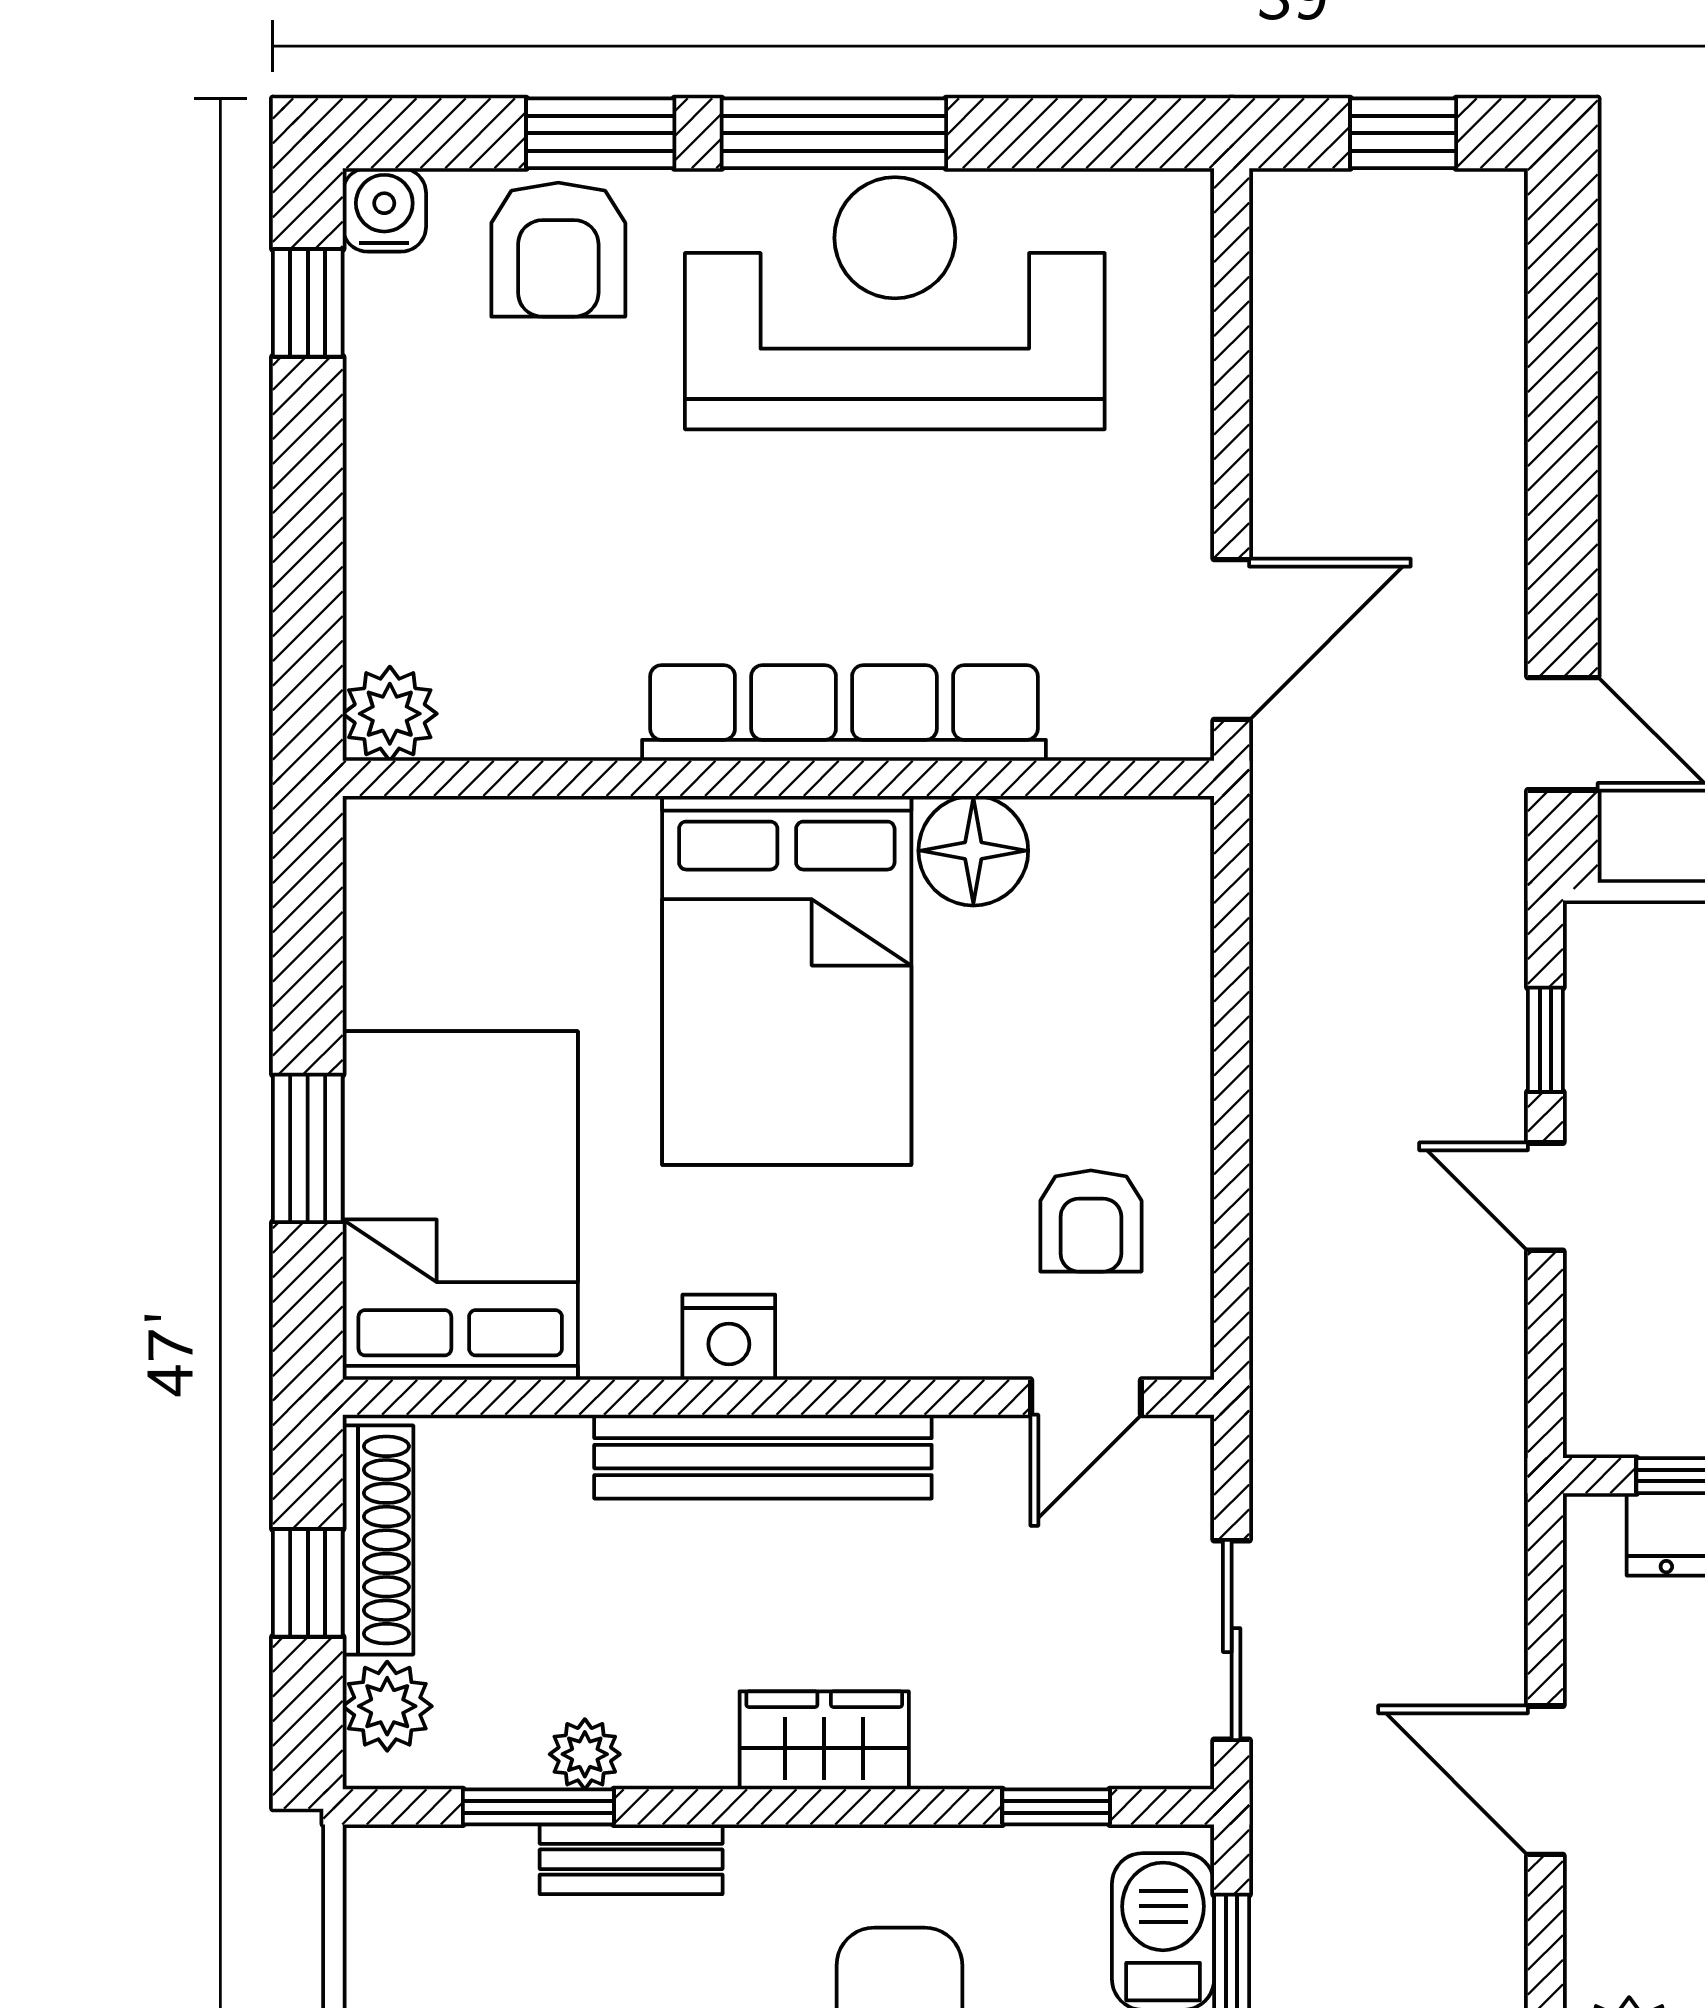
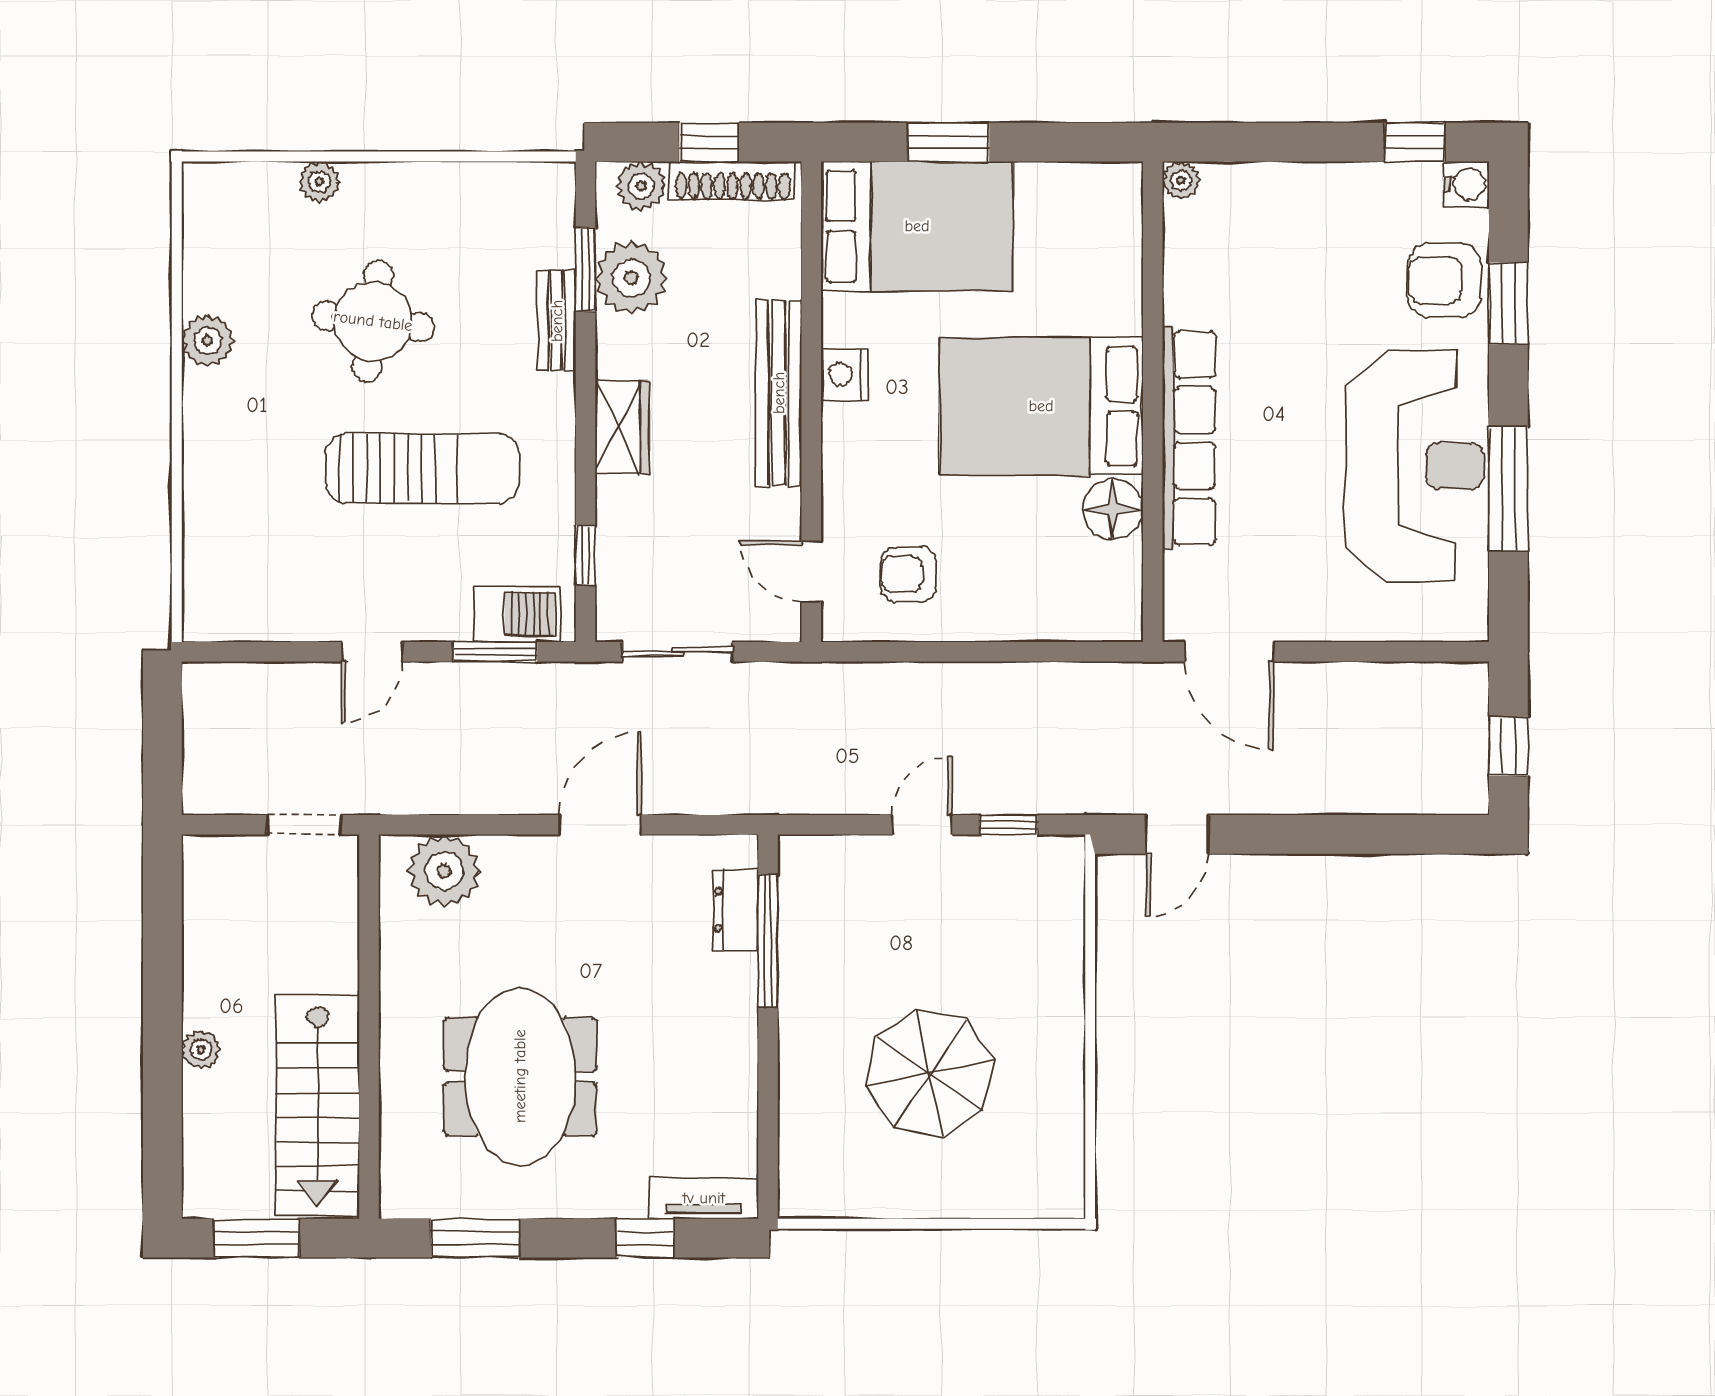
window: (834, 133) -> (1508, 489), moved
plant: (390, 714) -> (1181, 180), width x0.73, depth x0.73
plant: (585, 1754) -> (631, 278), width x1.88, depth x1.88

